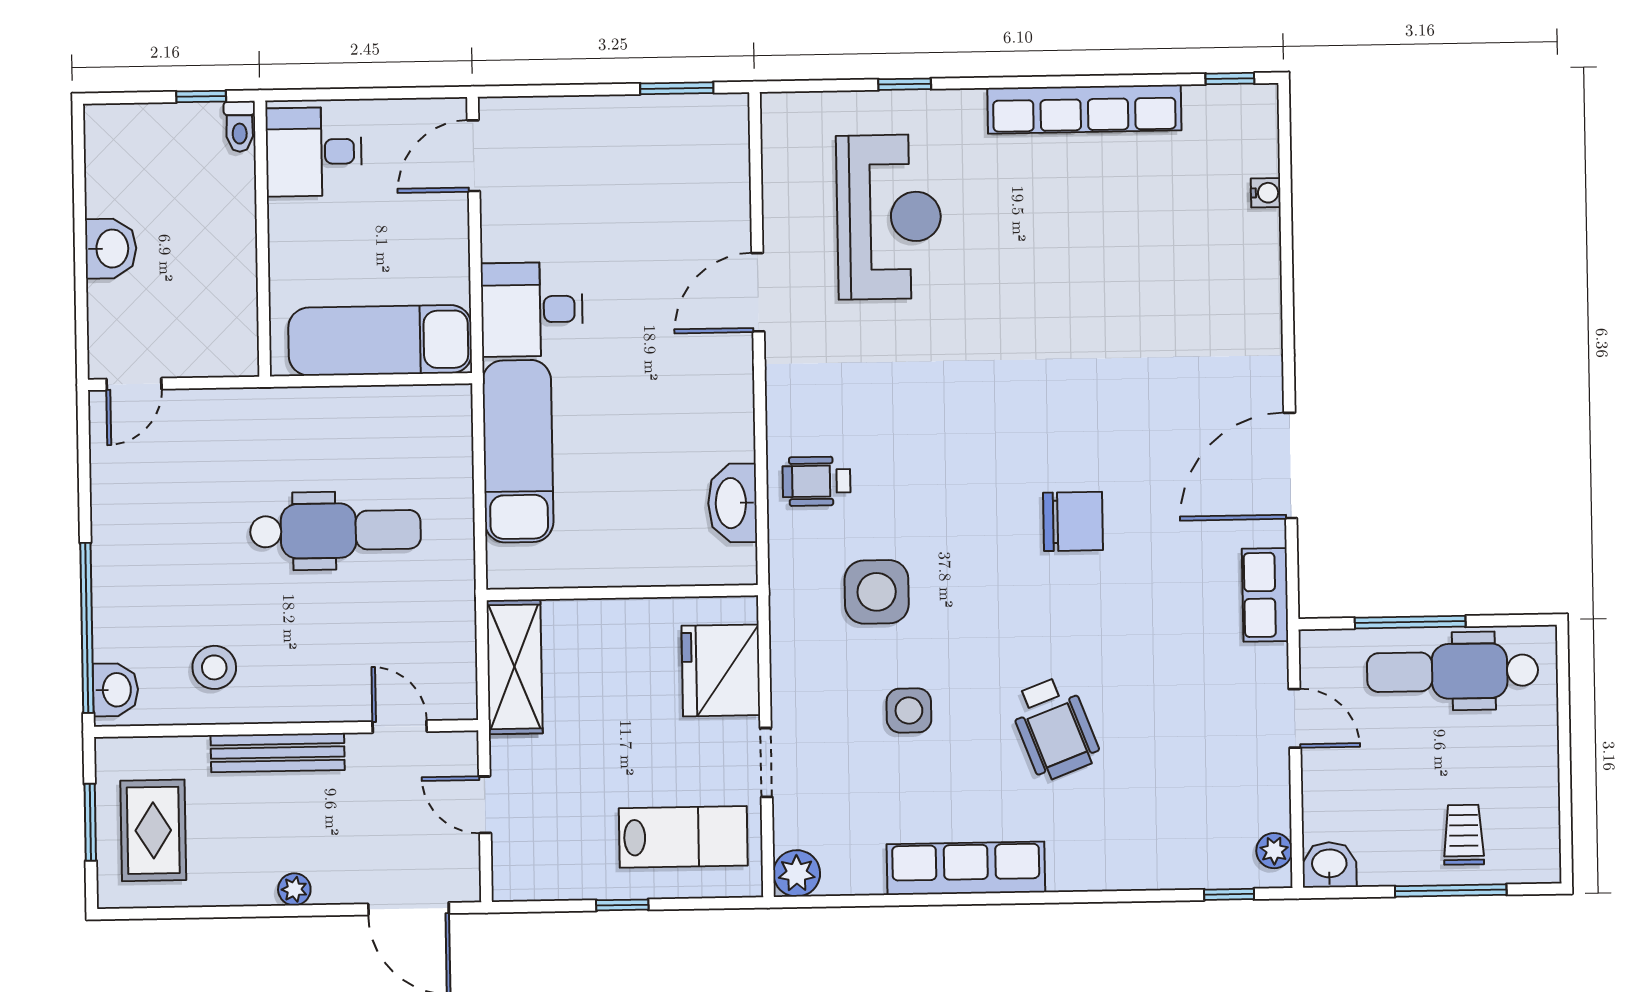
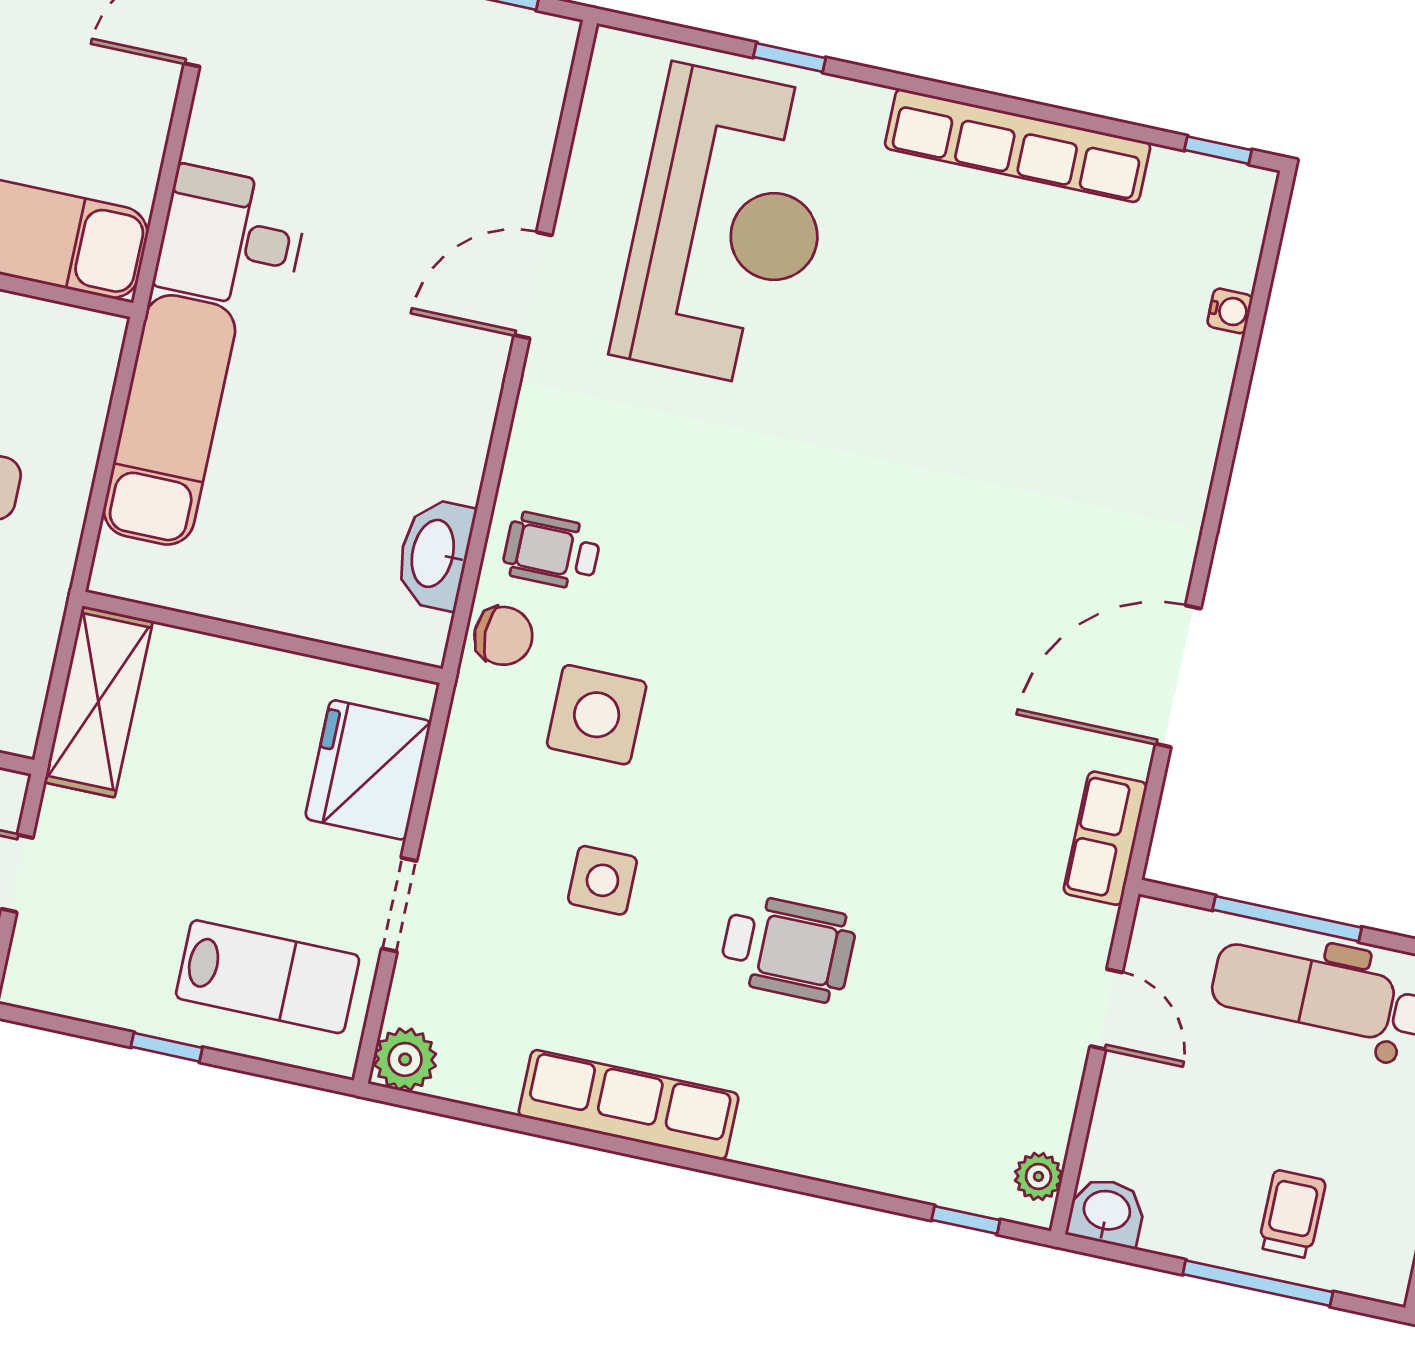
reception desk: (889, 217) -> (728, 227), width x1.36, depth x1.30
chair: (1073, 521) -> (503, 636), moved, width x0.73, depth x0.73
wheelchair: (1054, 728) -> (788, 948), turned -69

